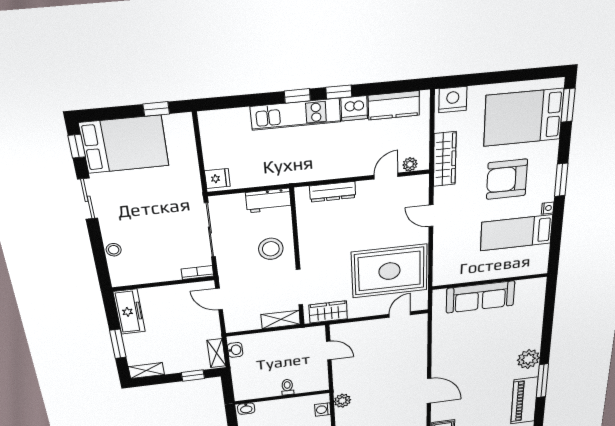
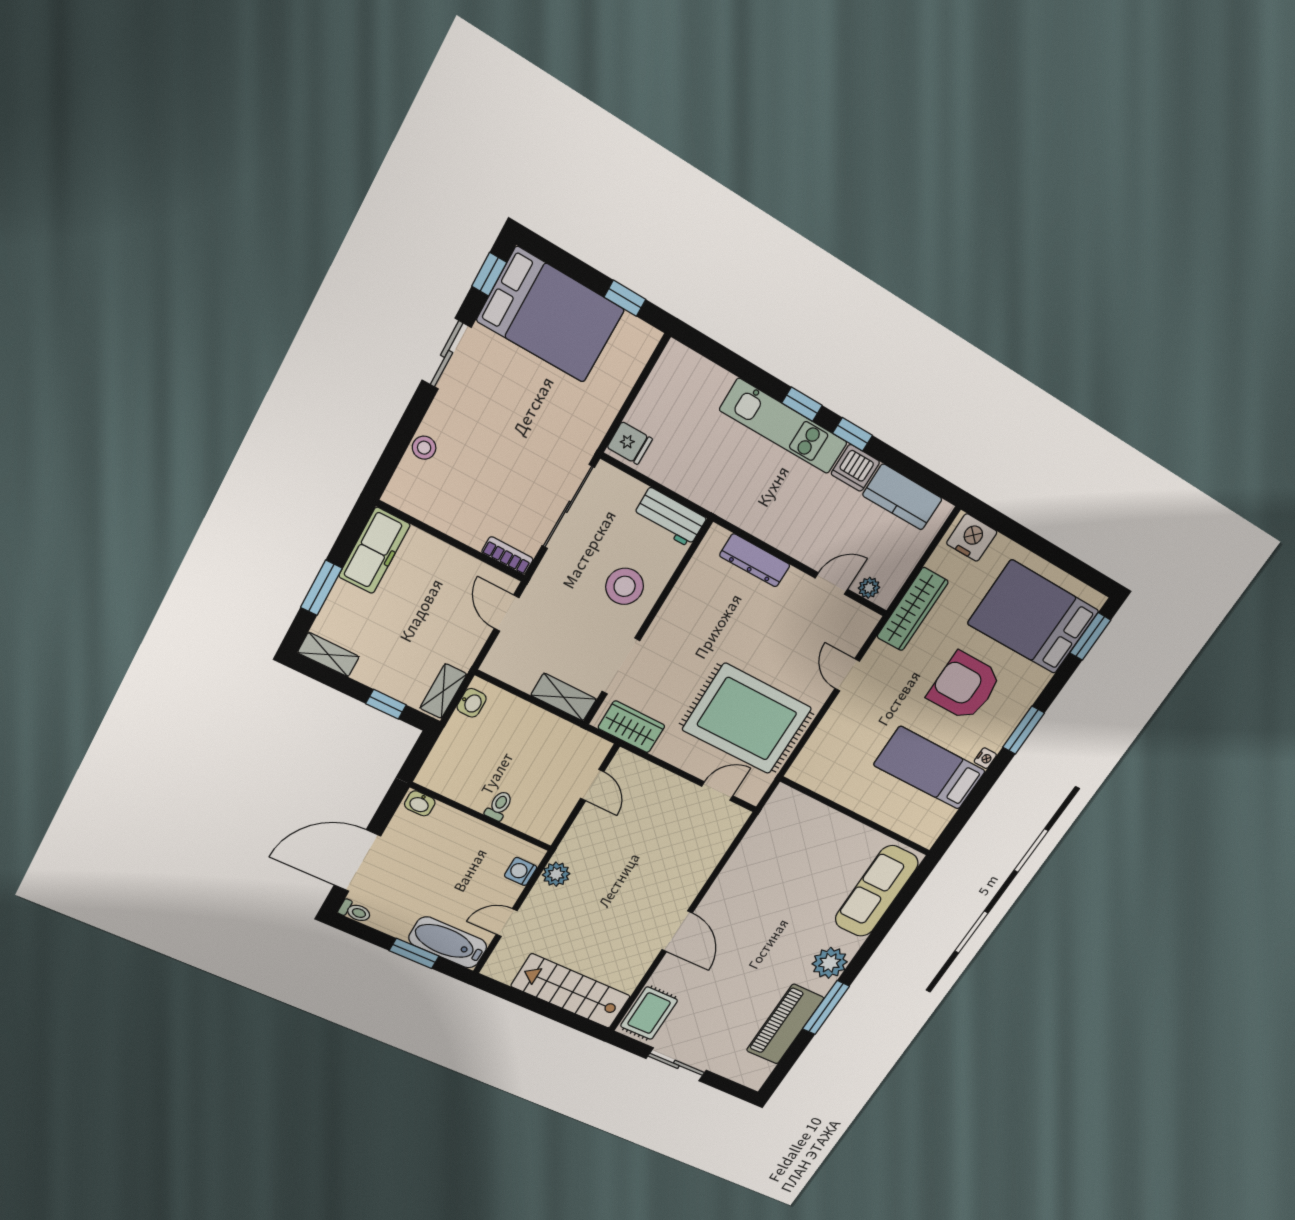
sofa: (480, 297) -> (877, 891), moved, turned 90

